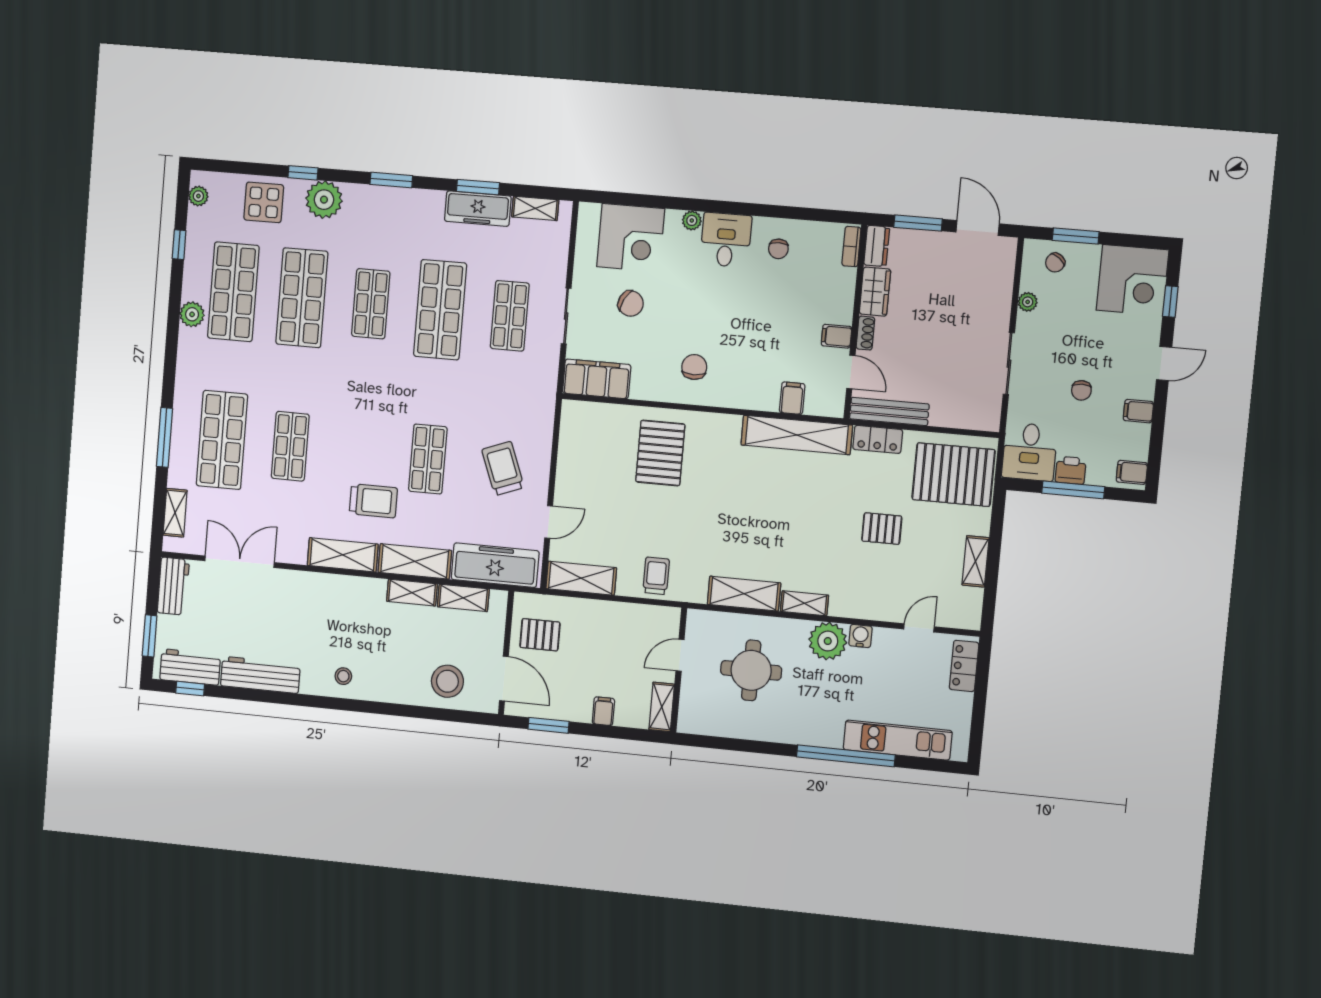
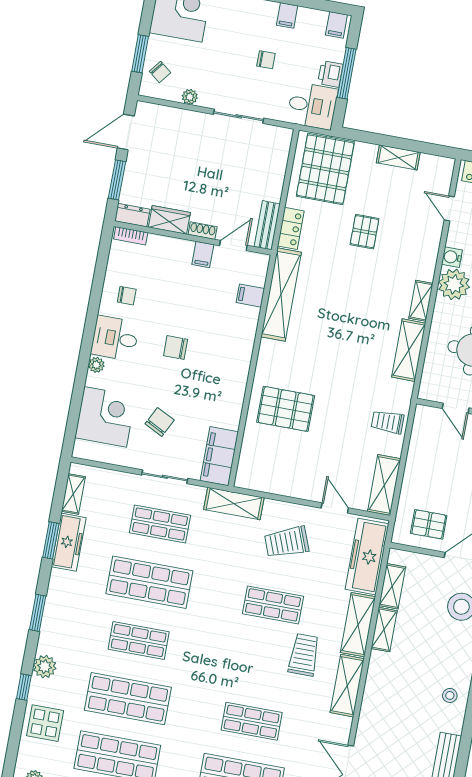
plant: (324, 200) -> (45, 667), width x0.73, depth x0.73
chair: (694, 367) -> (176, 348), moved
shelving: (542, 402) -> (234, 504), added
bench: (889, 411) -> (267, 225), width x0.73
pallet: (540, 635) -> (429, 524), turned 90

